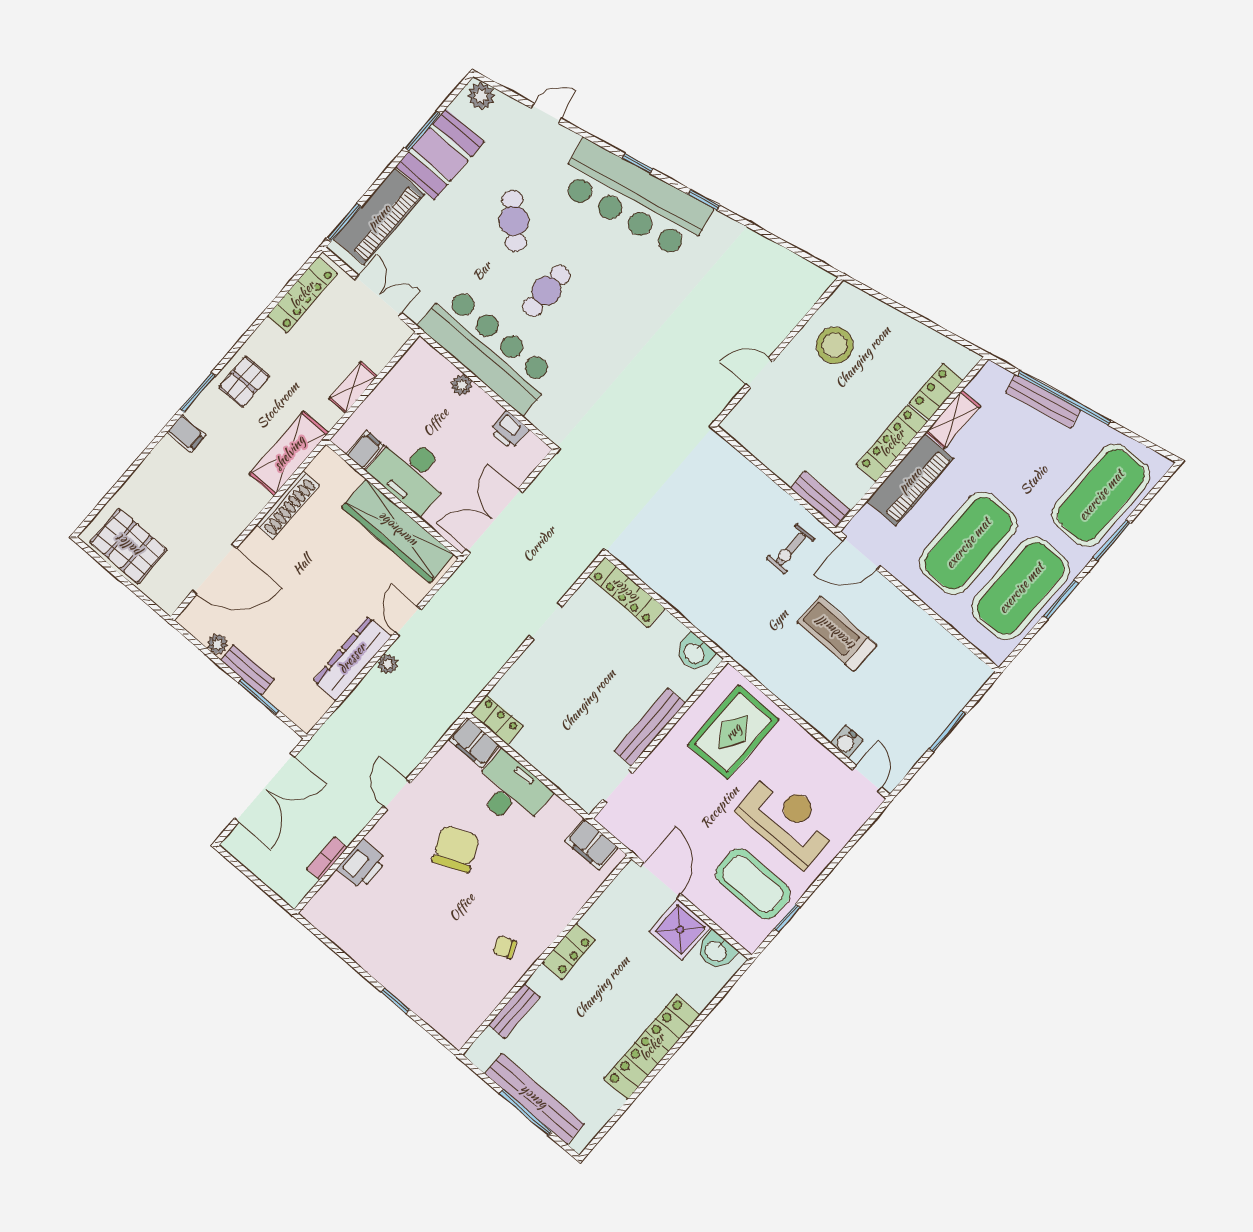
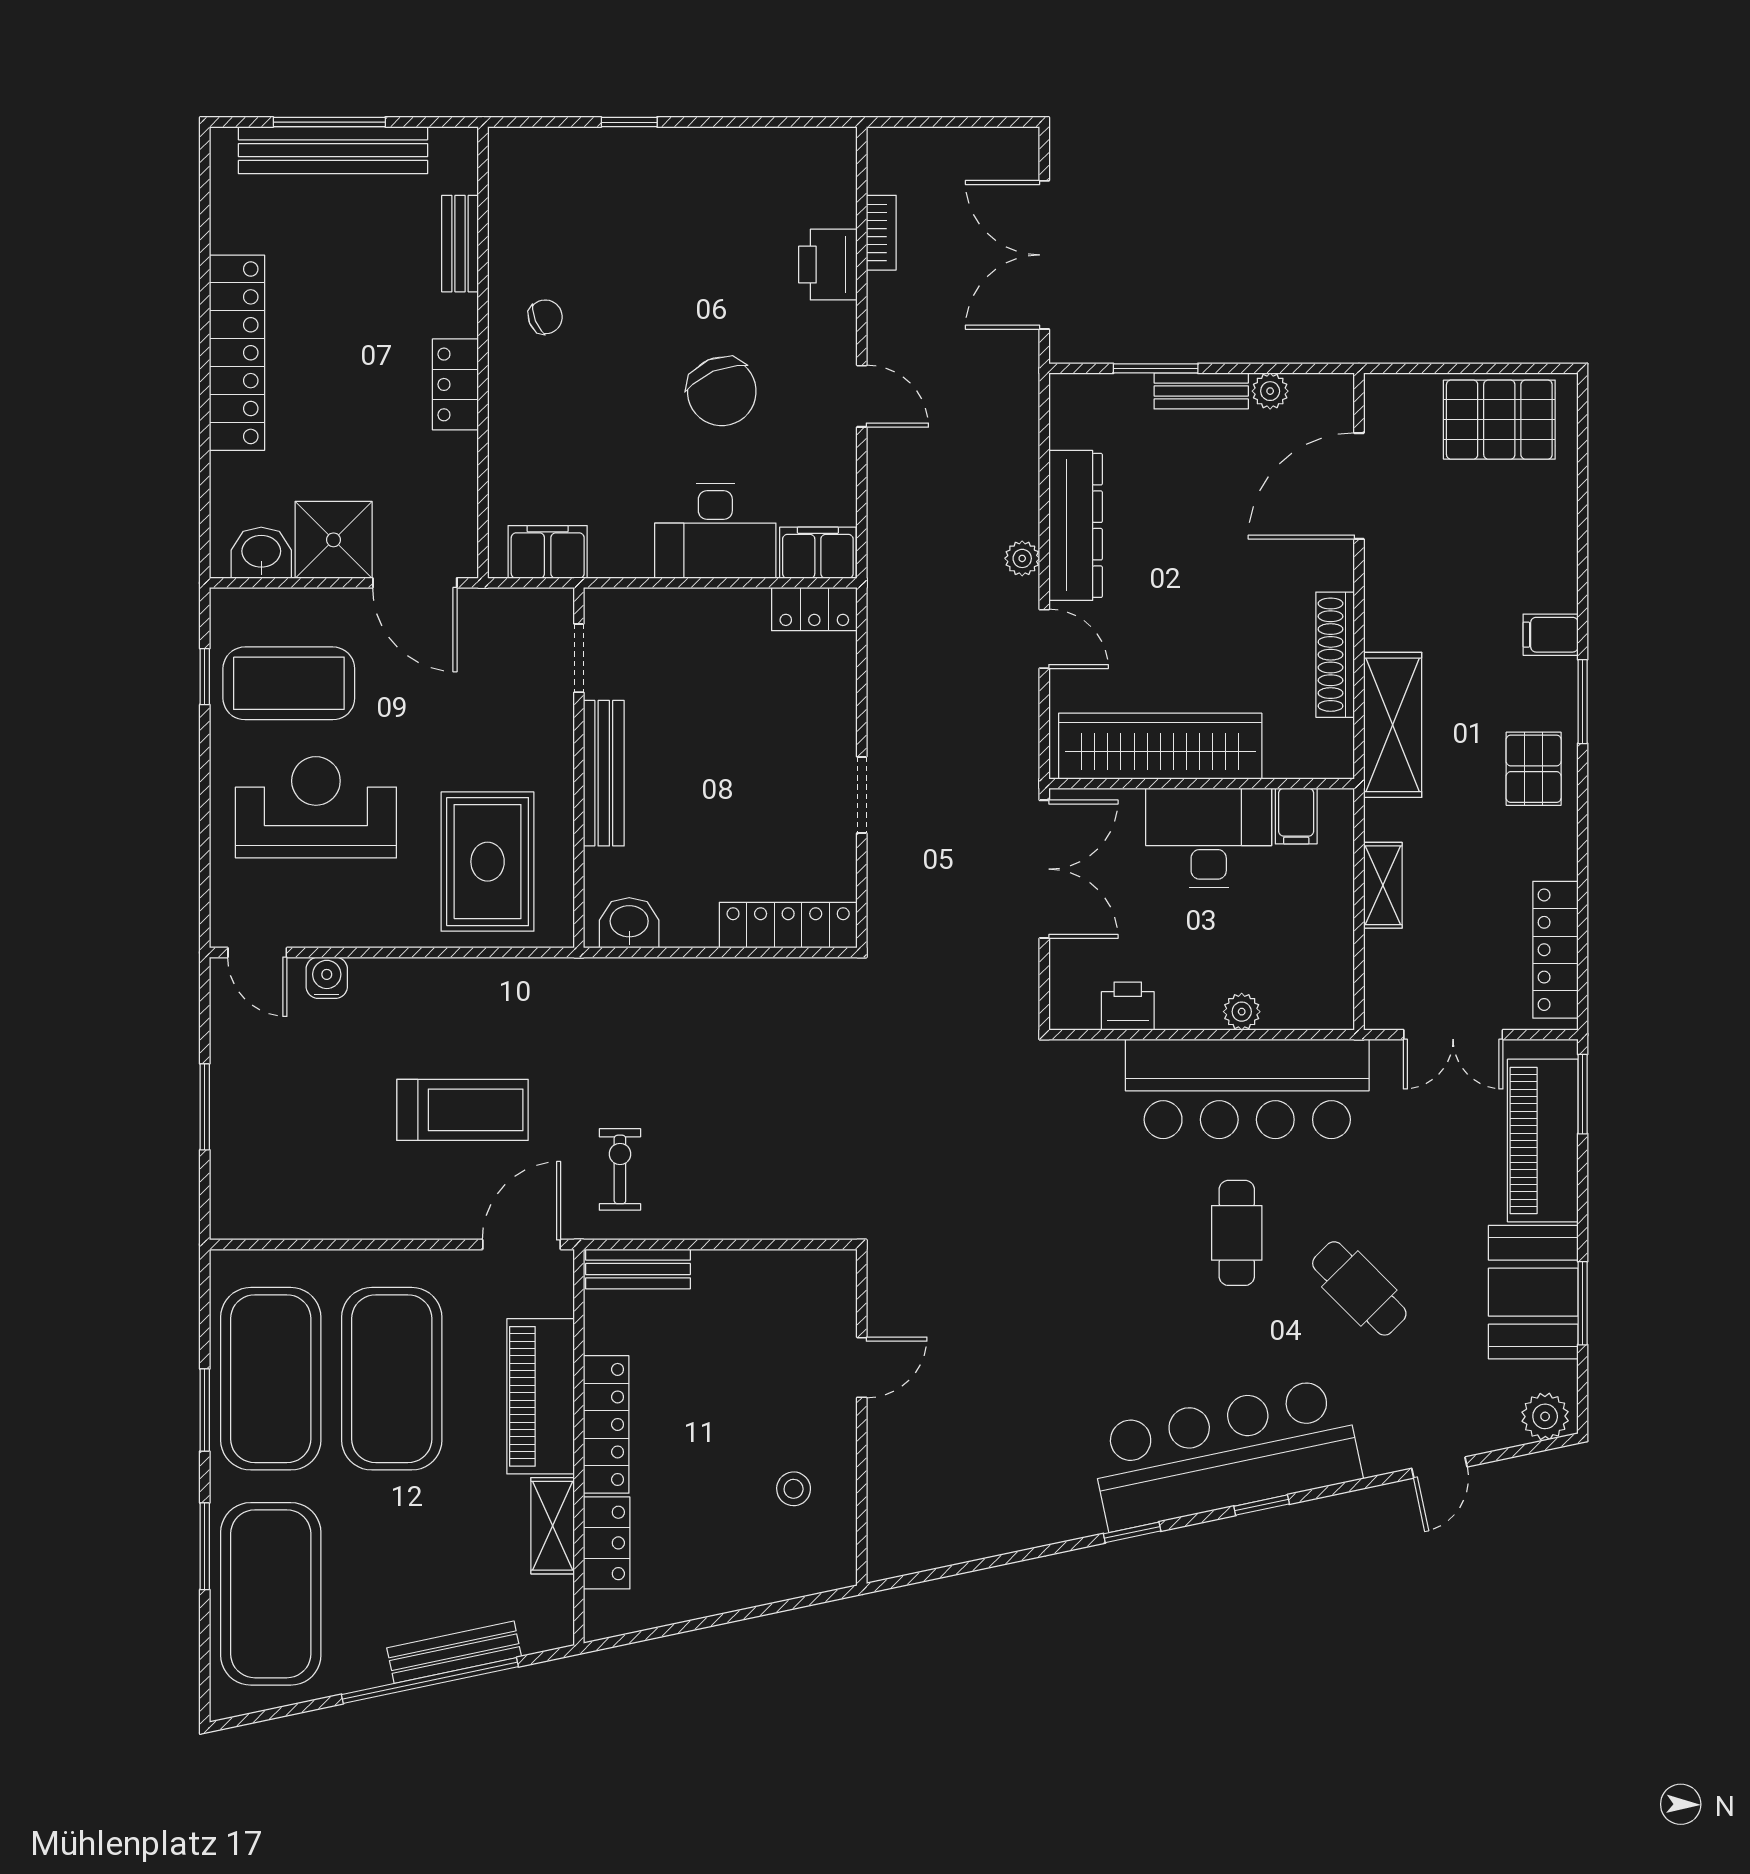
stool: (835, 345) -> (794, 1489), width x0.53, depth x0.53
reception desk: (787, 820) -> (316, 807), turned 180

